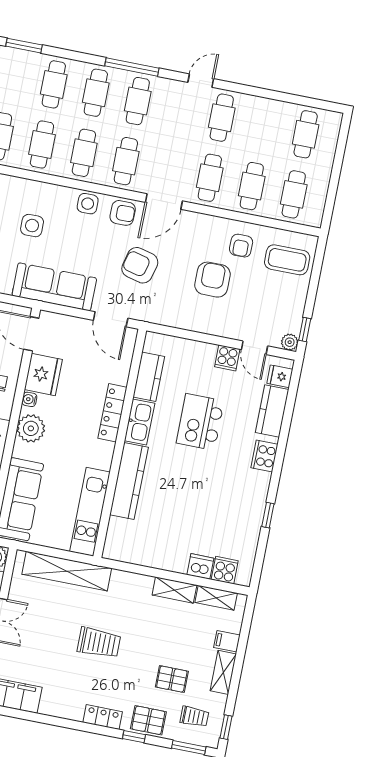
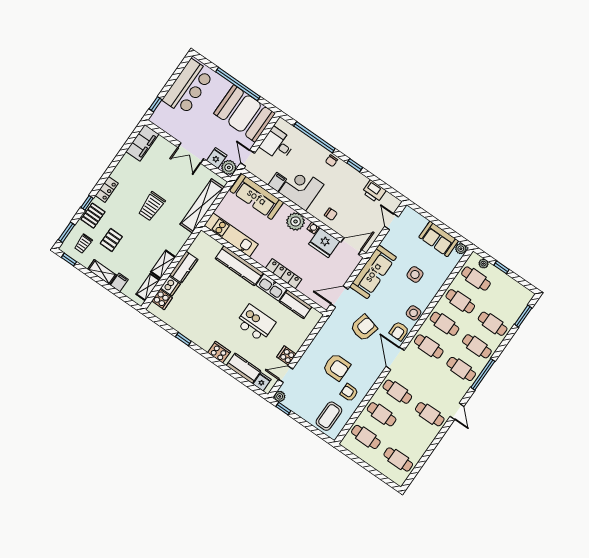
kitchen counter: (165, 559) -> (184, 267), added

